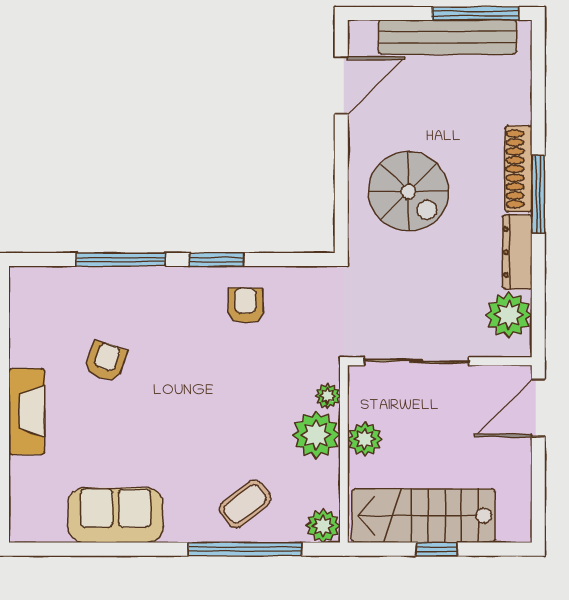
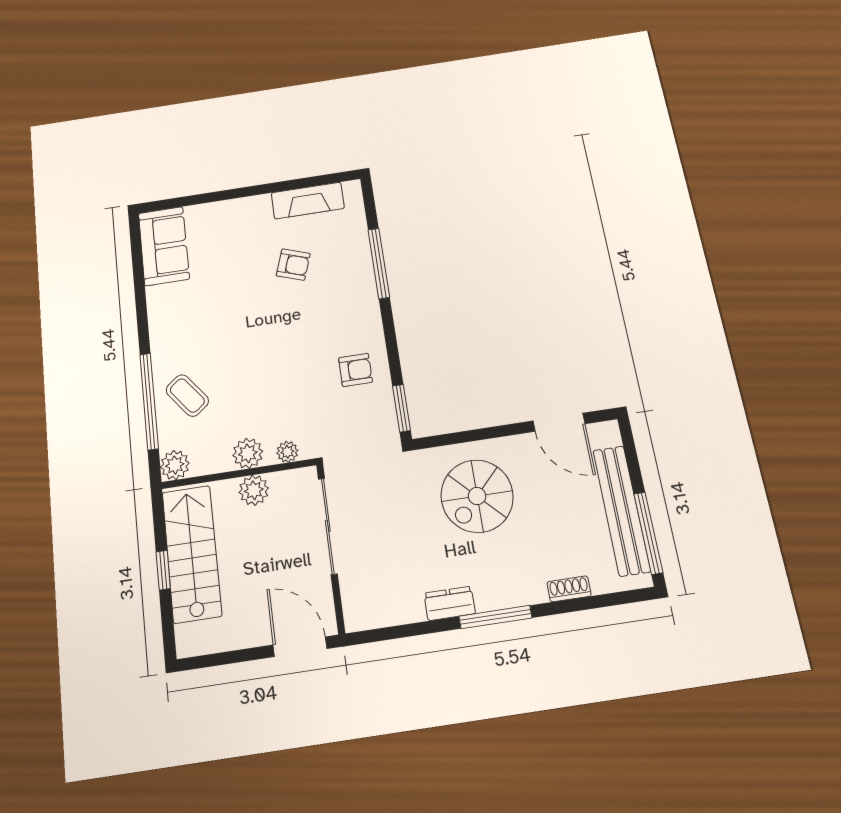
shoe rack: (518, 169) -> (569, 589), moved, width x0.51, depth x0.81
dresser: (517, 252) -> (450, 603), width x0.70
window: (217, 260) -> (401, 408), moved
plant: (509, 315) -> (381, 606), removed
fireplace: (27, 412) -> (308, 201), moved
plant: (316, 435) -> (248, 453), width x0.73, depth x0.73
sofa: (116, 515) -> (164, 246), moved

